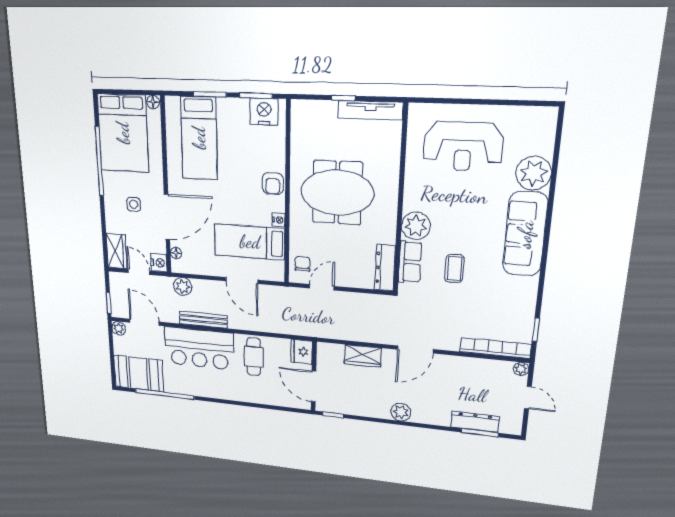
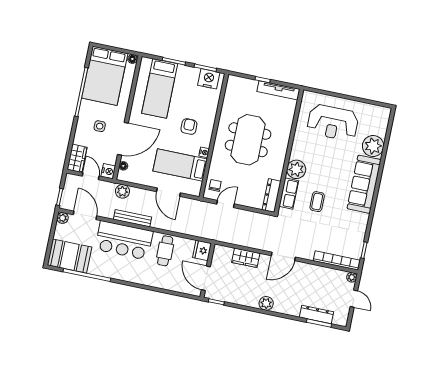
armchair: (273, 184) -> (189, 127), moved, turned 180
meeting table: (337, 193) -> (248, 140), turned 90

